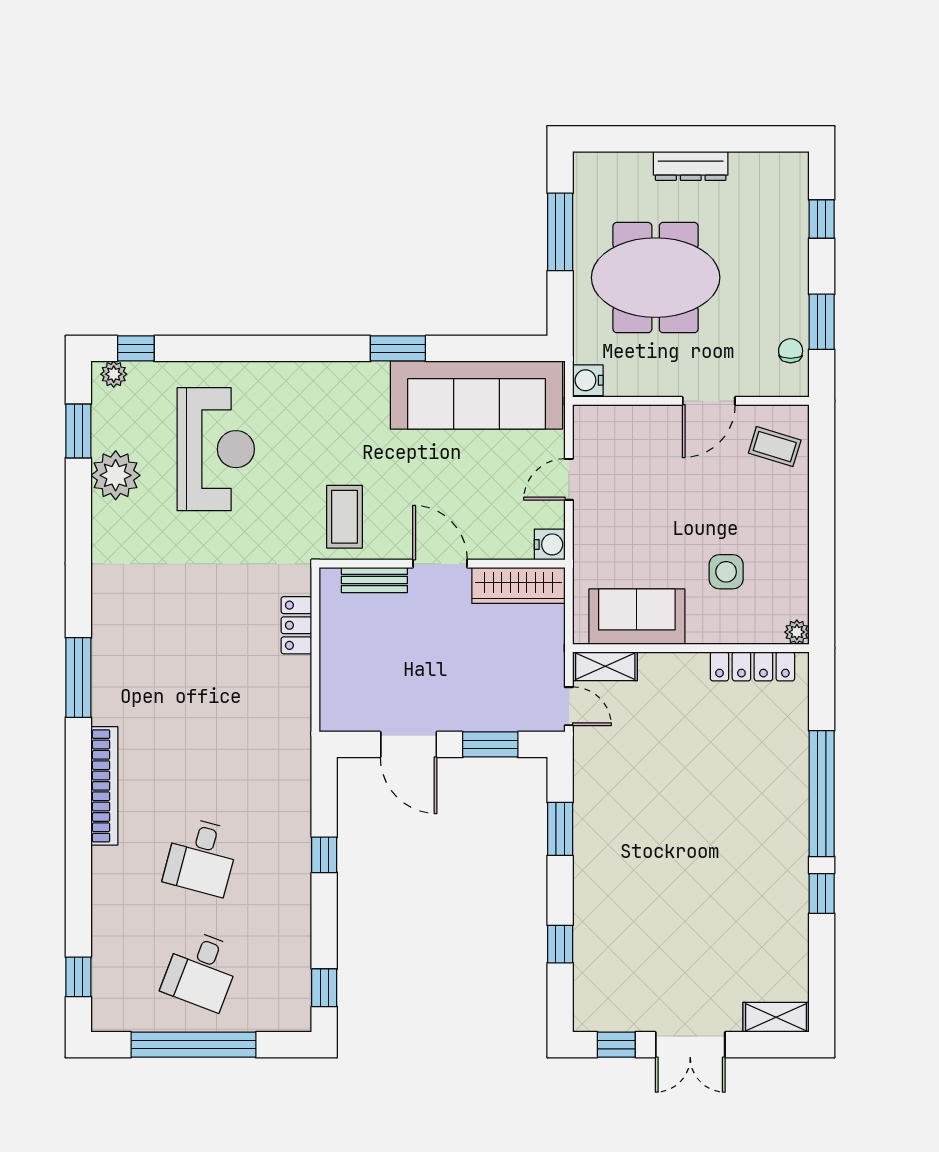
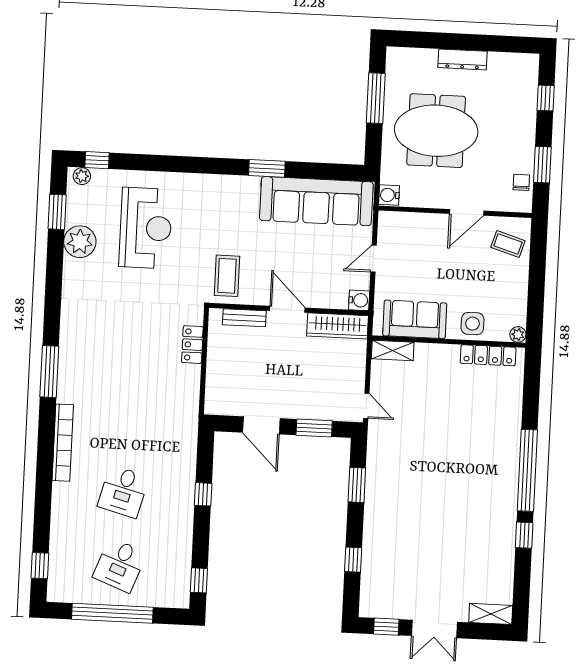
sofa: (637, 617) -> (415, 319), moved
plant: (797, 632) -> (518, 334), moved
wall: (691, 648) -> (449, 342), moved
shelving: (605, 666) -> (393, 351), moved
locker: (752, 666) -> (488, 355), moved

